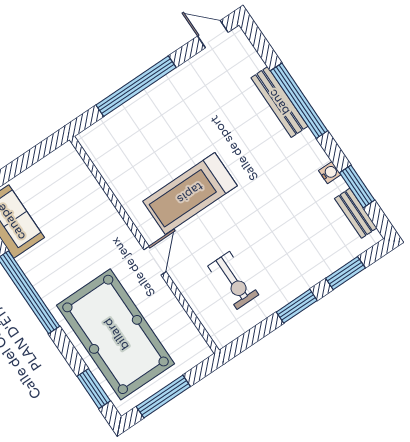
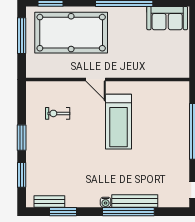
water cooler: (330, 173) -> (106, 202), moved
treadmill: (190, 193) -> (119, 122), turned 180
exercise bike: (233, 280) -> (58, 113), width x0.73, depth x0.72

